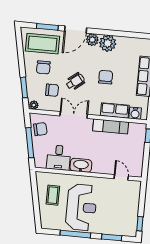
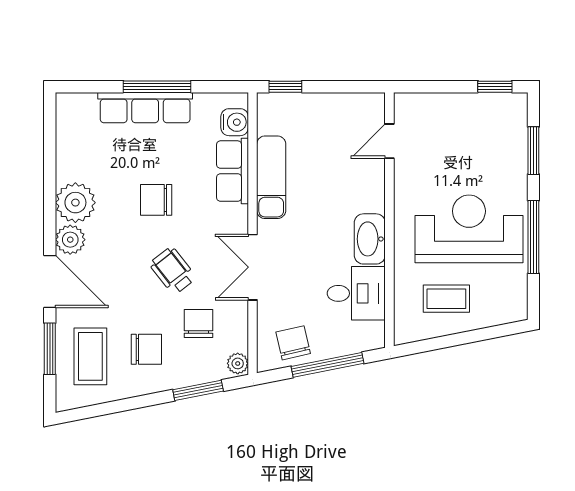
coffee table: (43, 44) -> (90, 356), width x0.73, depth x0.76

